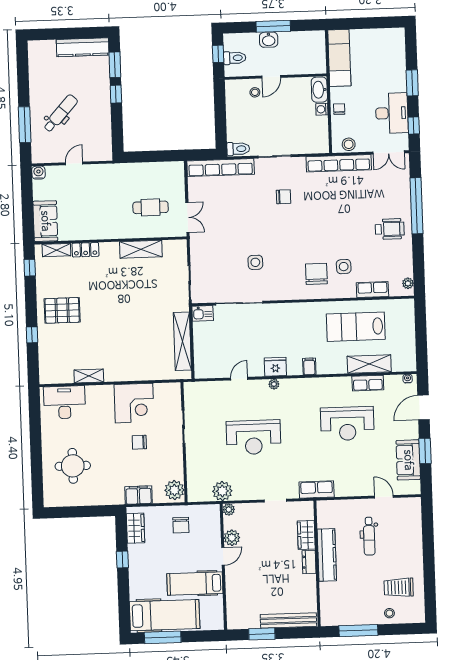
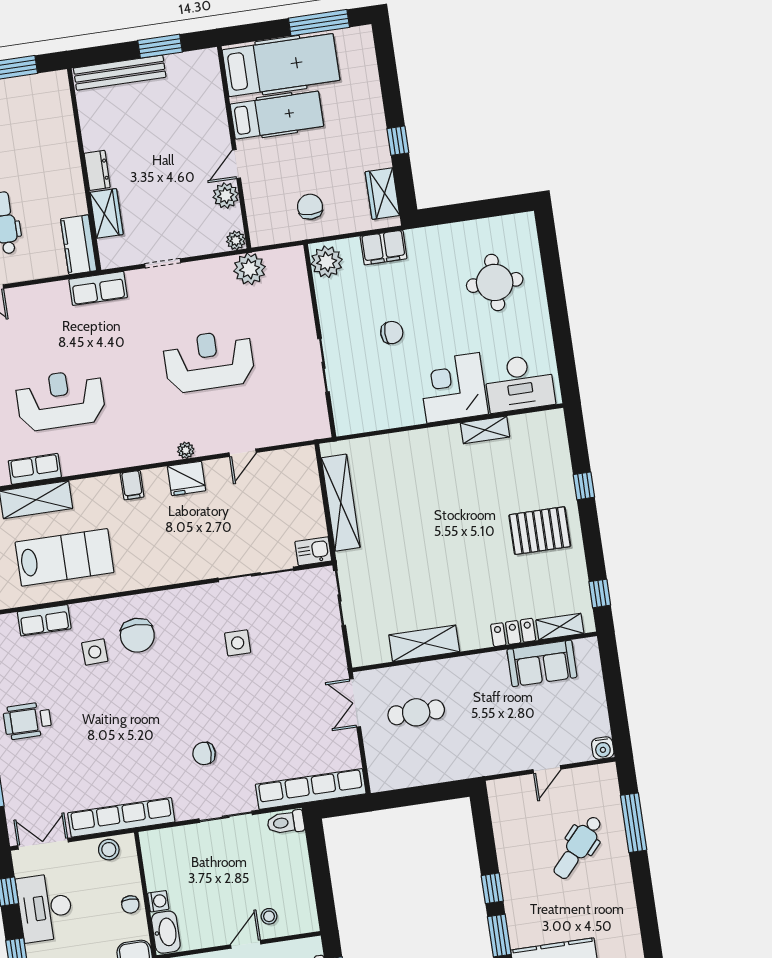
sofa: (45, 221) -> (542, 663), moved, turned -90
corner desk: (134, 403) -> (453, 388), moved
kitchen counter: (327, 555) -> (79, 245), moved, width x0.67
hospital bed: (165, 615) -> (281, 65), moved, turned 180

